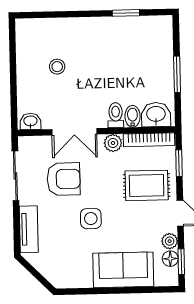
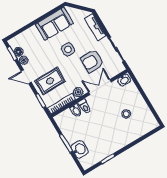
washbasin: (156, 115) -> (80, 149), moved, turned -90
sofa: (123, 270) -> (54, 24), moved

